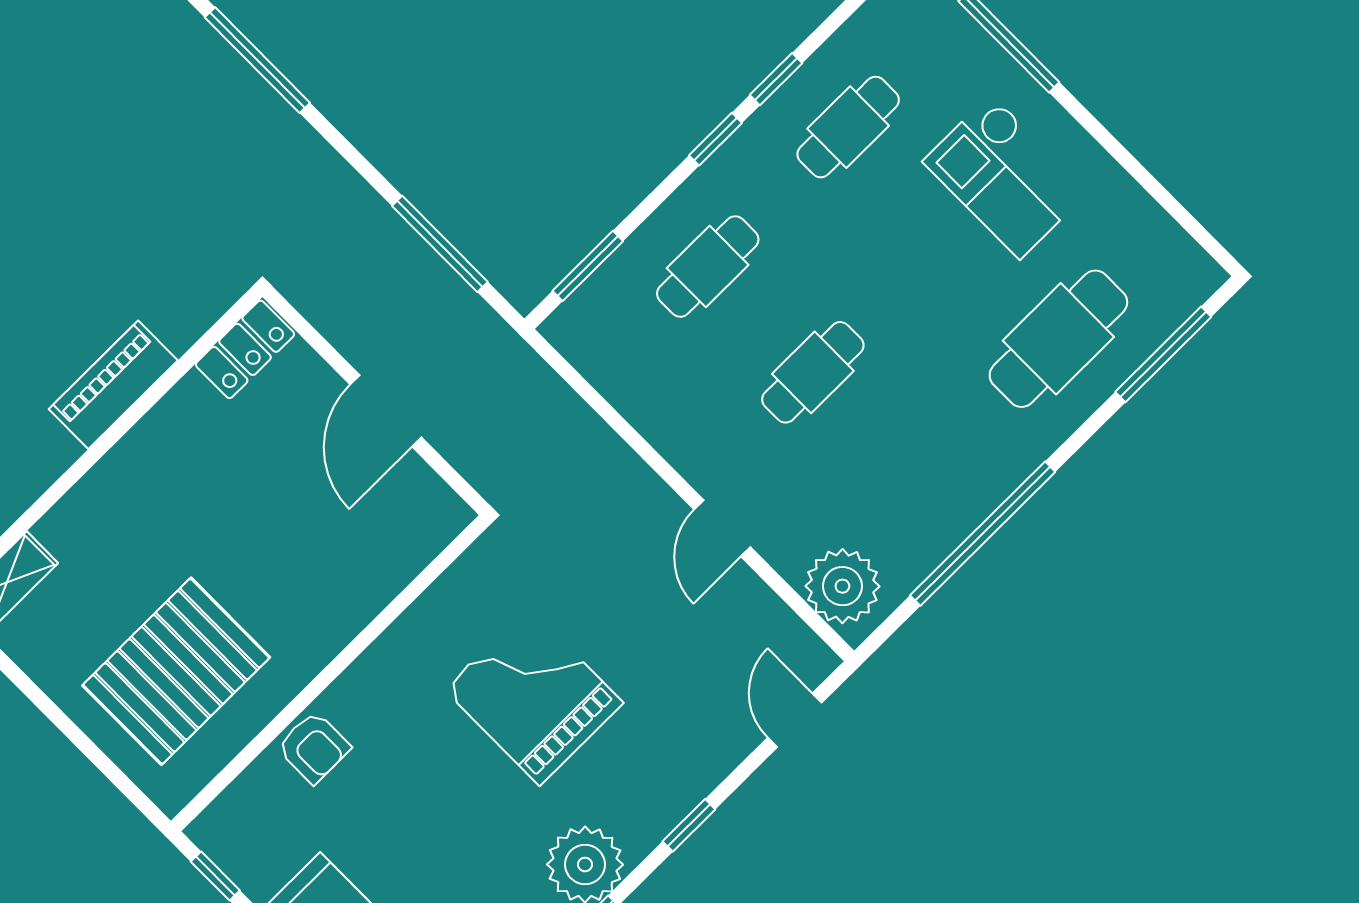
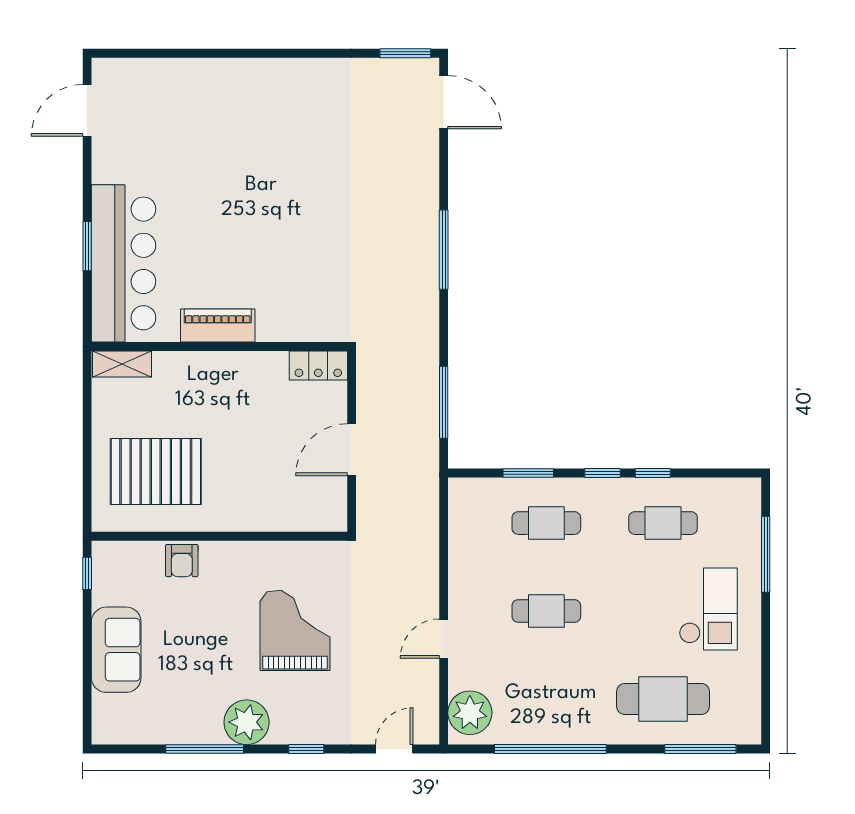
checkout: (1005, 176) -> (708, 609), turned 180
window: (588, 266) -> (528, 473), moved
piano: (113, 385) -> (218, 326), moved

